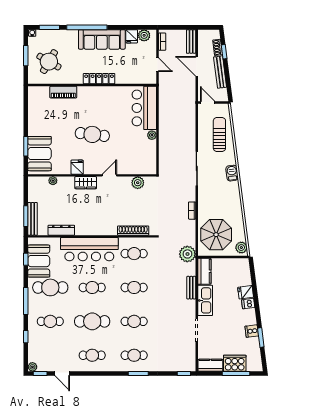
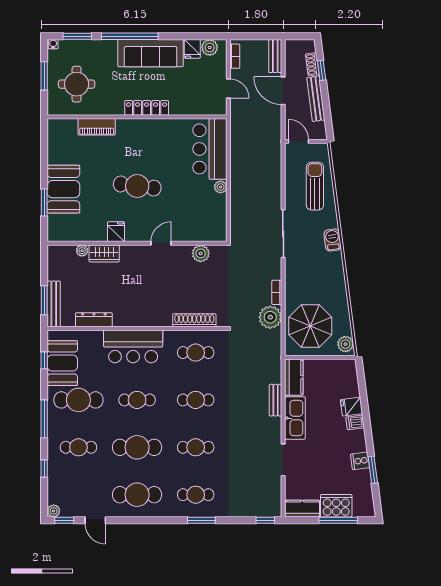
round table: (49, 62) -> (77, 84), turned -30
booth: (40, 154) -> (63, 189), moved
wardrobe: (86, 183) -> (104, 253), moved
bar counter: (89, 249) -> (133, 346), width x0.73
plant: (187, 254) -> (270, 317), moved
cafe table: (92, 355) -> (137, 495), width x1.37, depth x1.35

